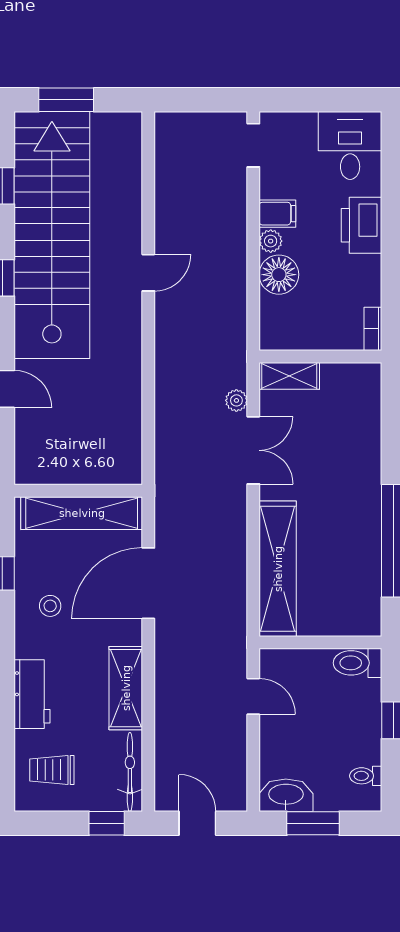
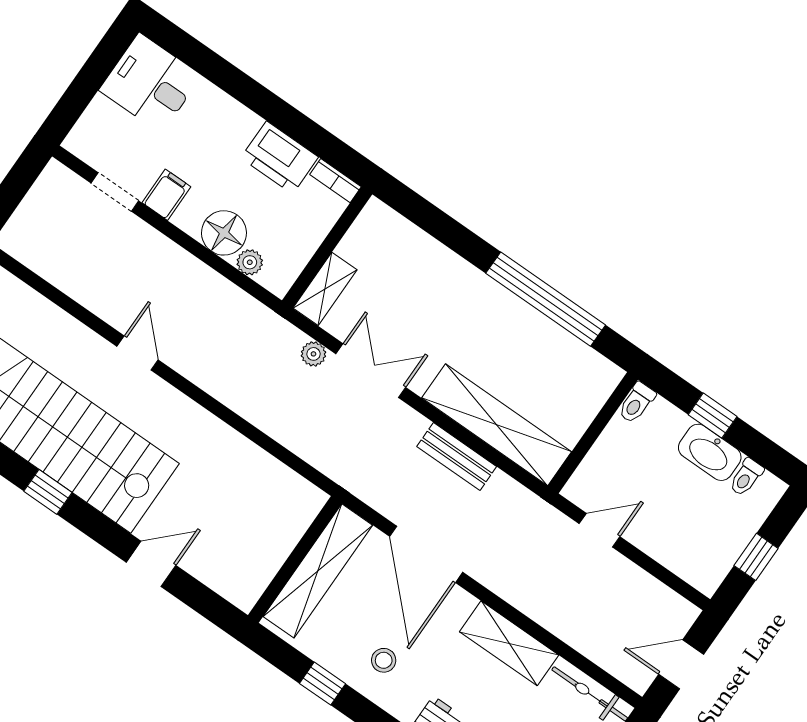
doorway: (253, 145) -> (115, 192), moved
printer: (362, 225) -> (280, 157), moved
plant: (271, 241) -> (250, 262), moved
bench: (235, 556) -> (457, 457), added
toilet: (357, 663) -> (637, 403), width x0.73, depth x0.72
washbasin: (286, 795) -> (710, 452), moved, turned -90
window: (313, 823) -> (756, 557), width x0.67

